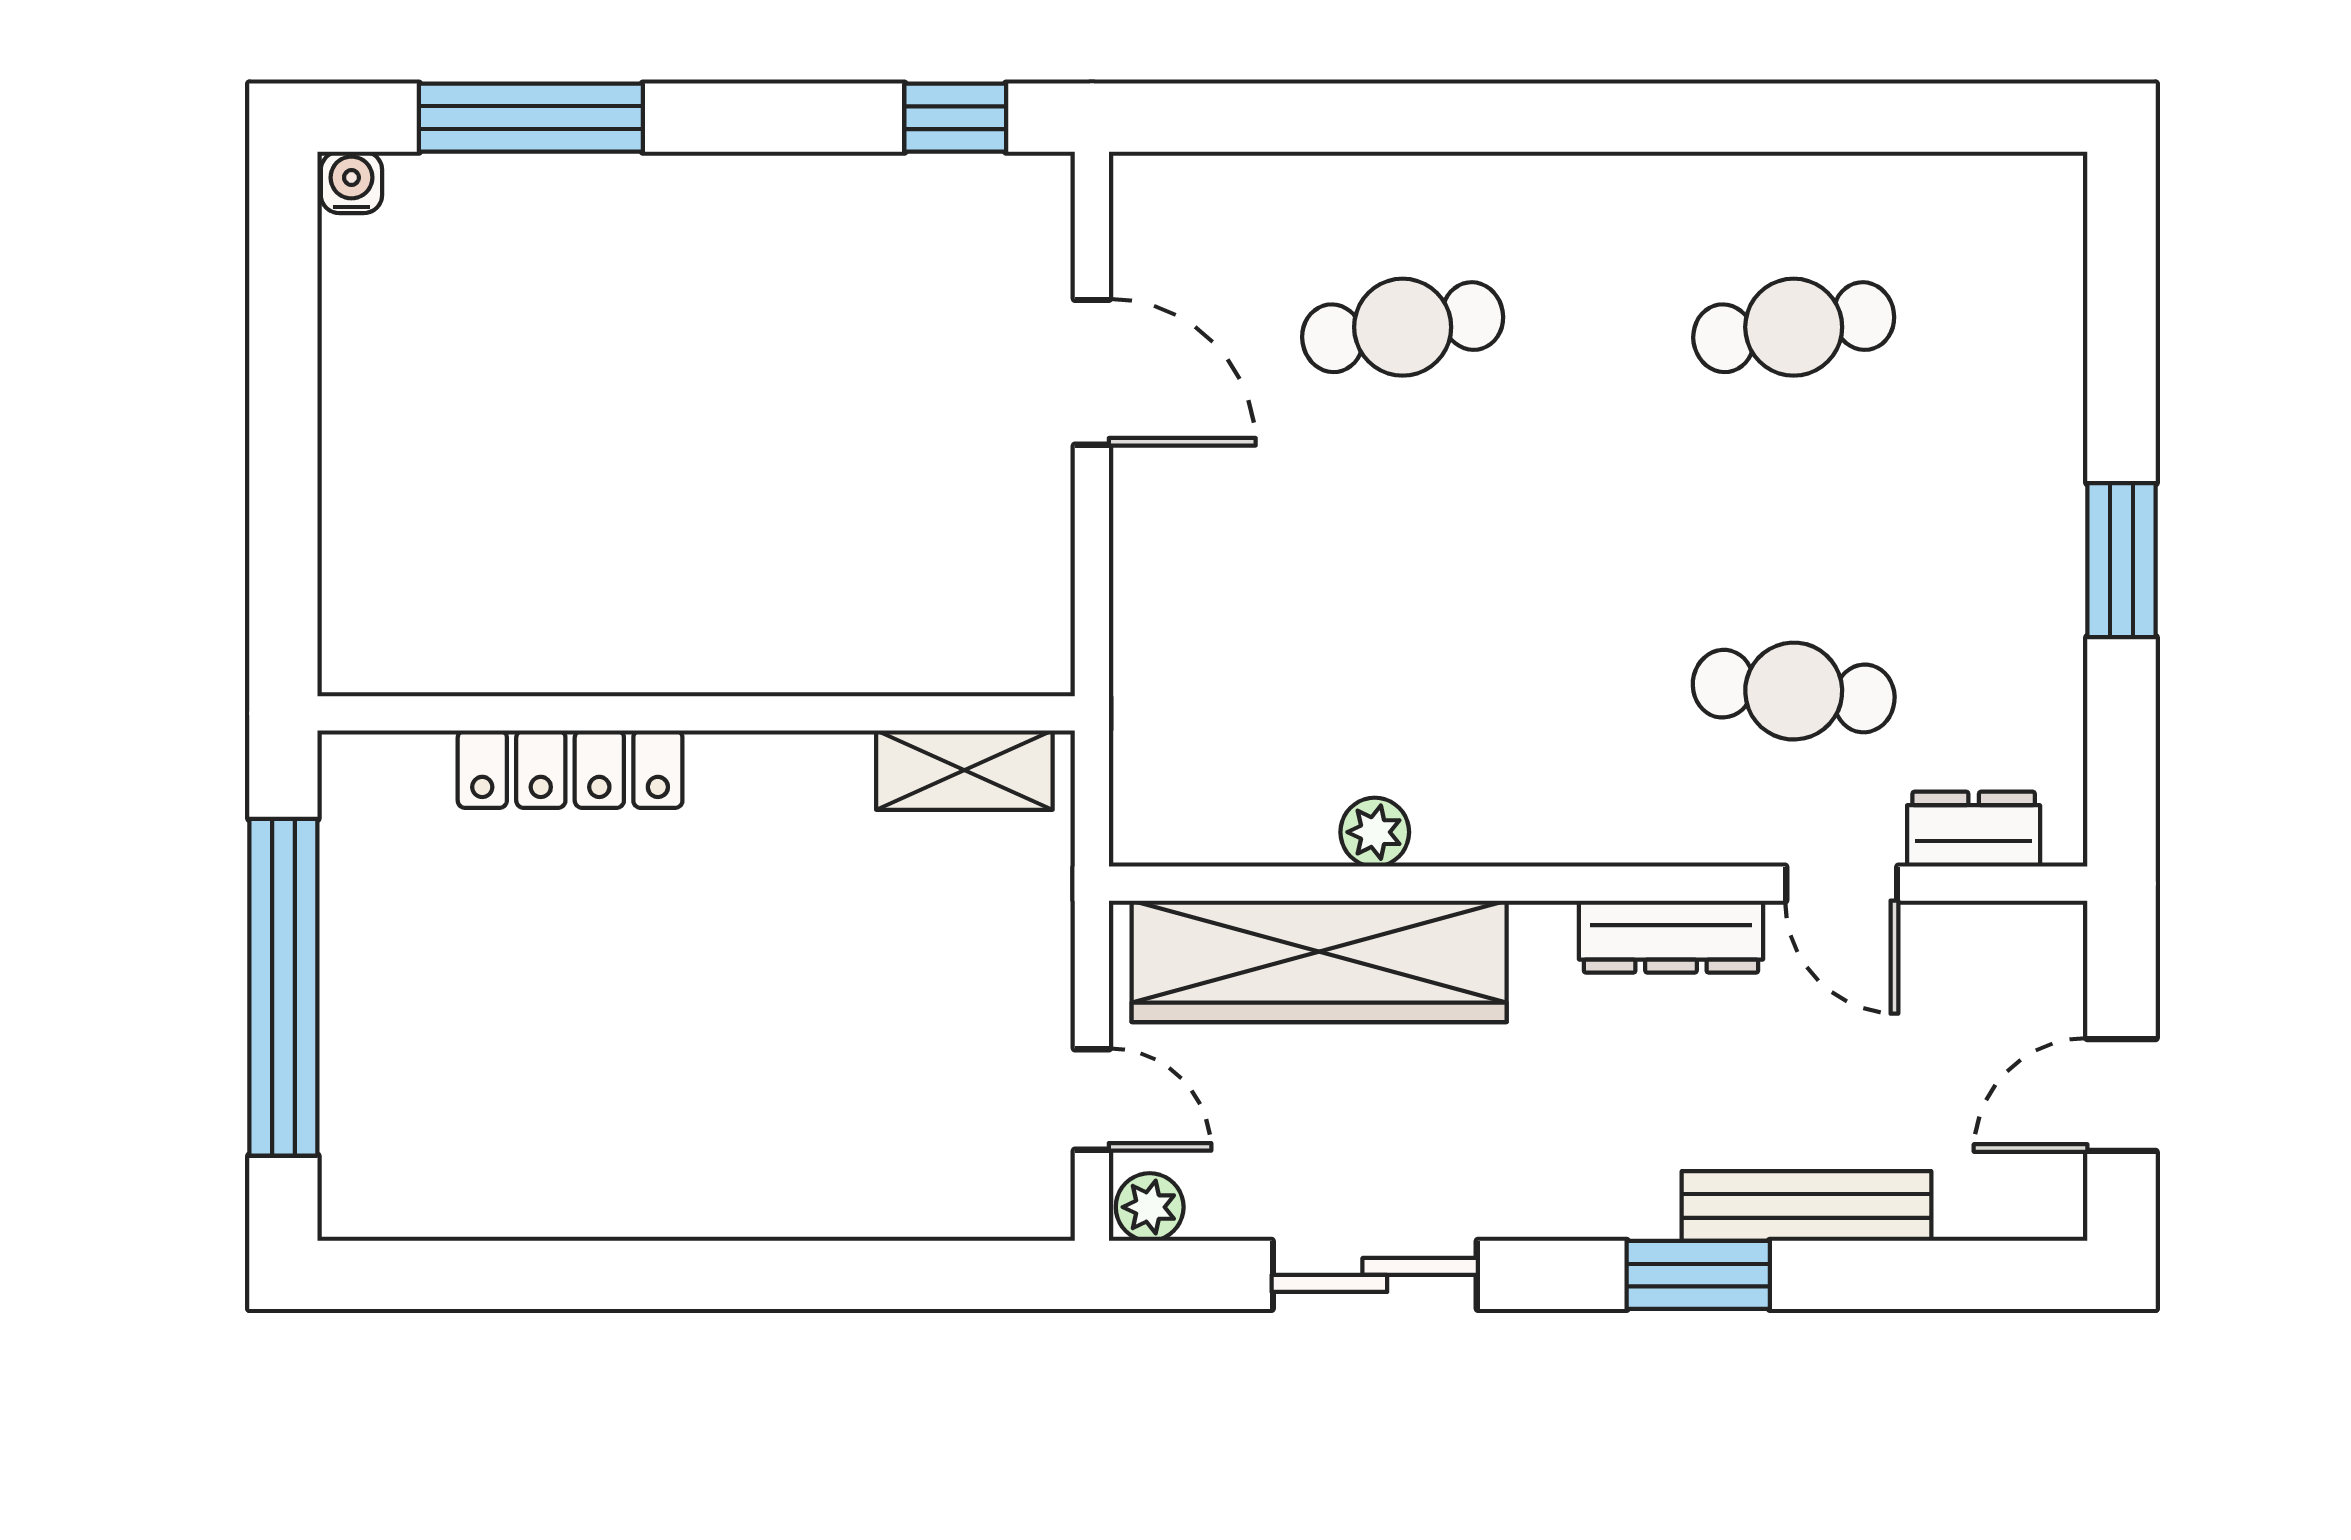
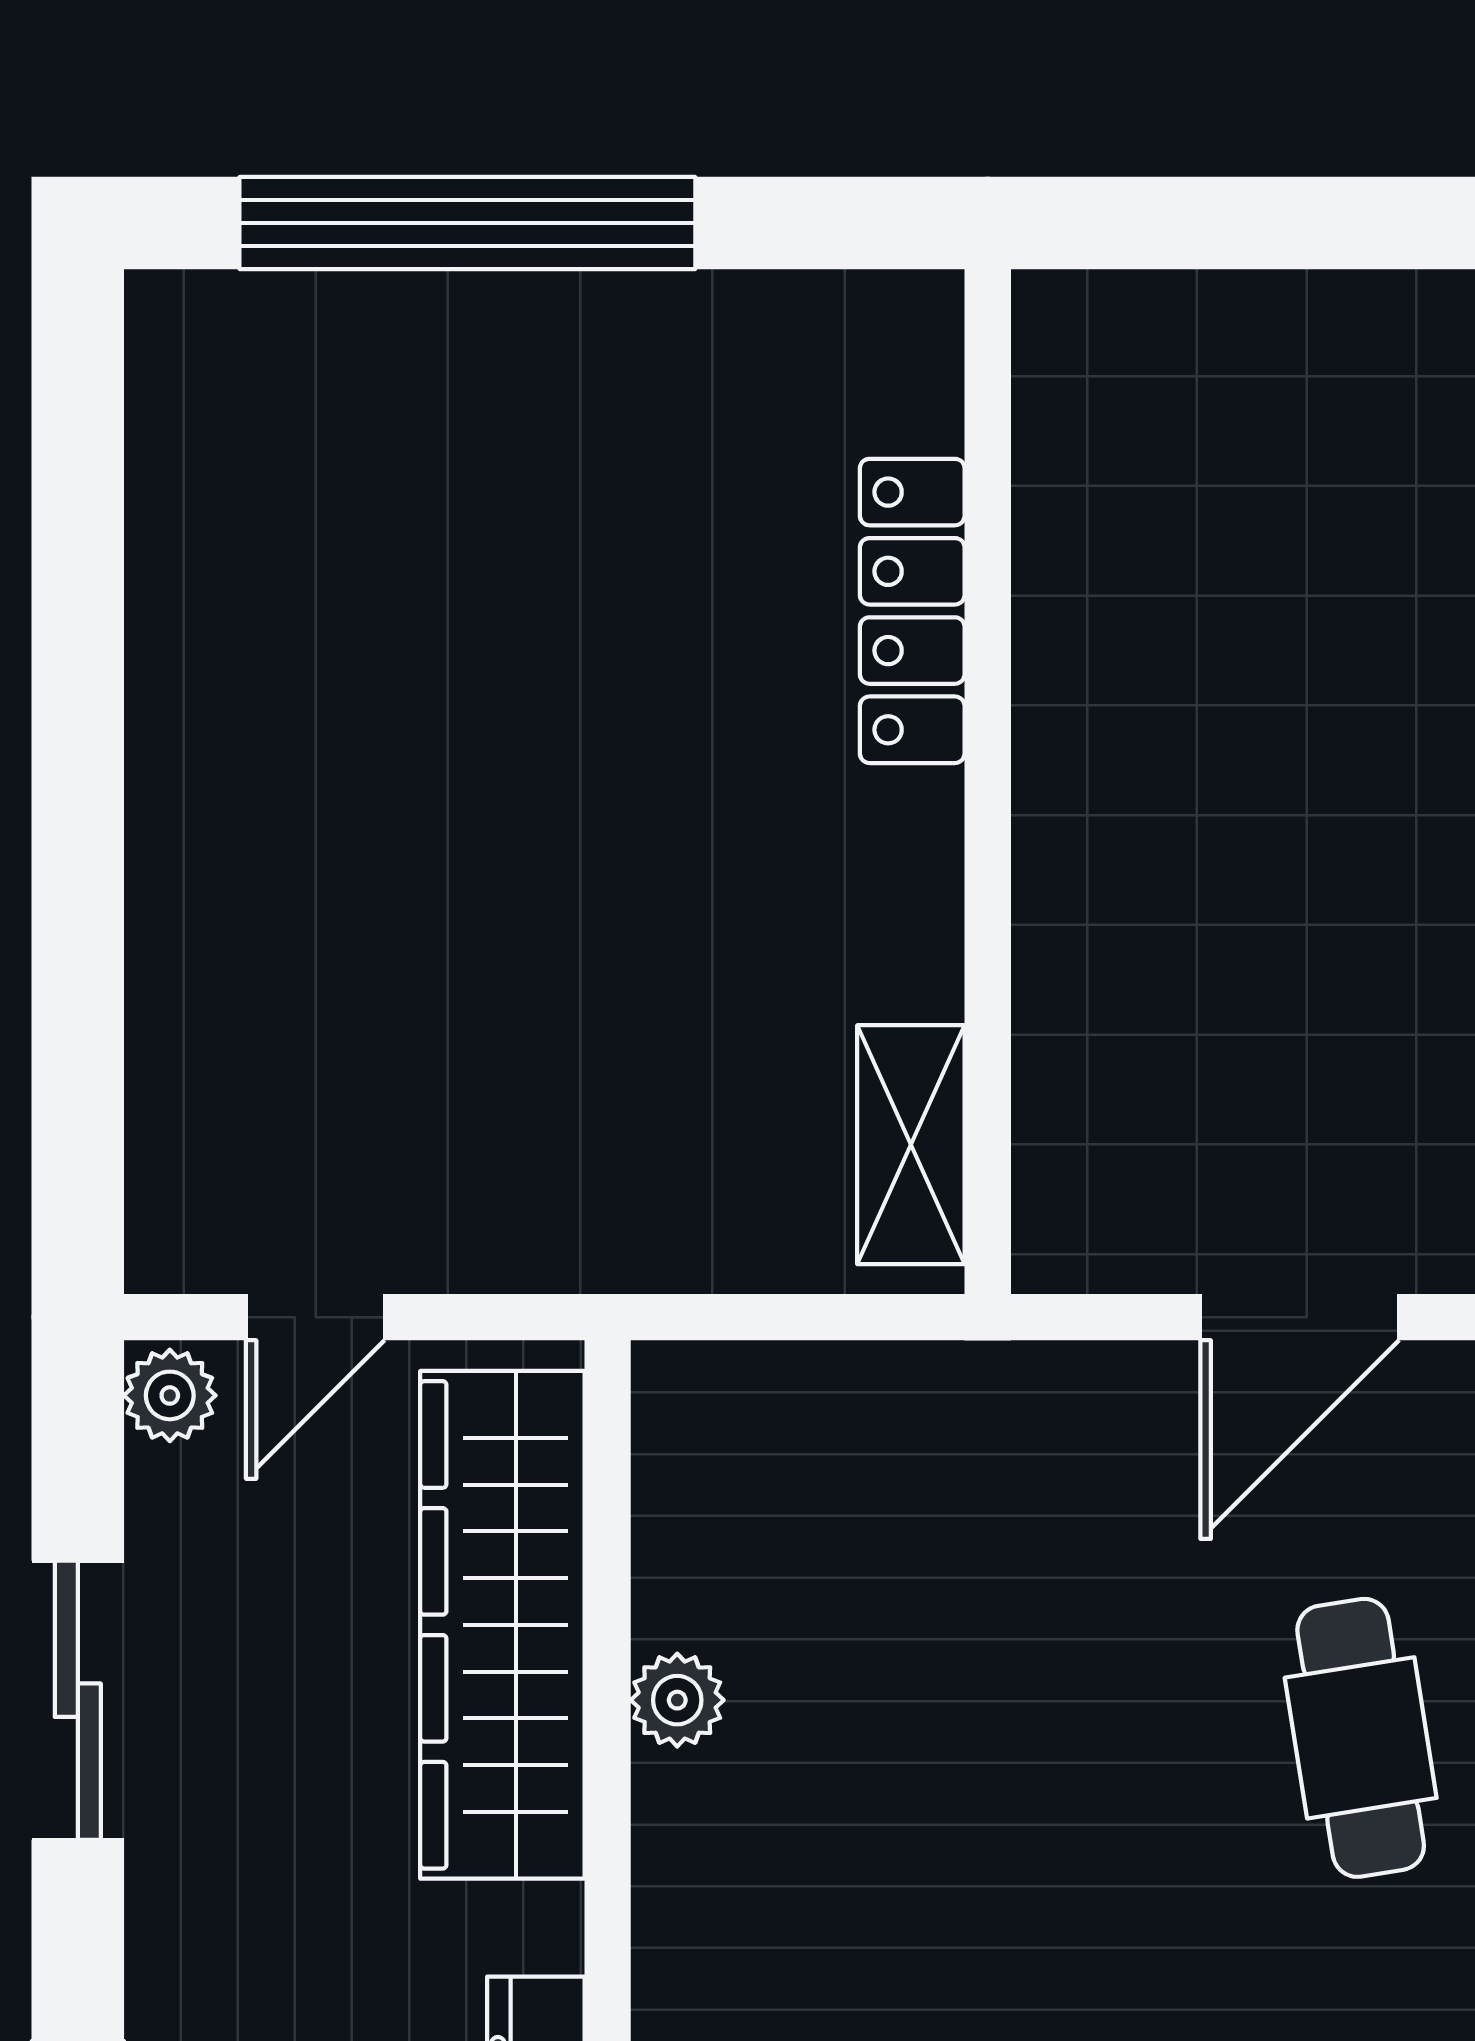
wall: (696, 713) -> (988, 782), moved
locker: (570, 769) -> (912, 611), moved
shelving: (964, 770) -> (911, 1145), moved

